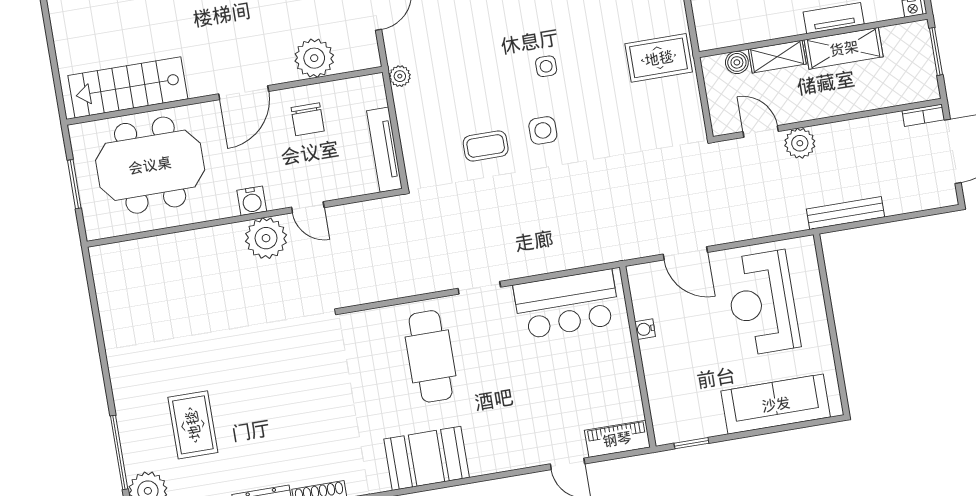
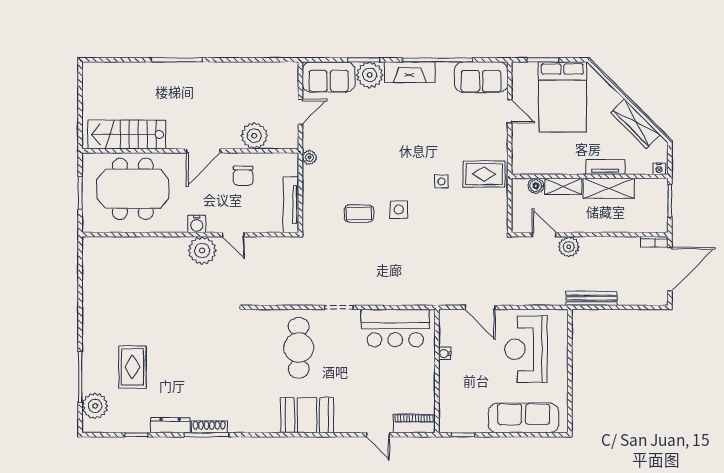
side table: (546, 66) -> (441, 181), moved
booth: (427, 458) -> (307, 415), moved

